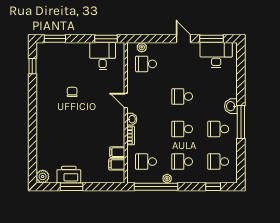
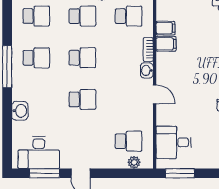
desk: (103, 56) -> (174, 142), moved, turned 90
washbasin: (231, 106) -> (20, 111), moved
filing cabinet: (117, 164) -> (166, 44), moved

